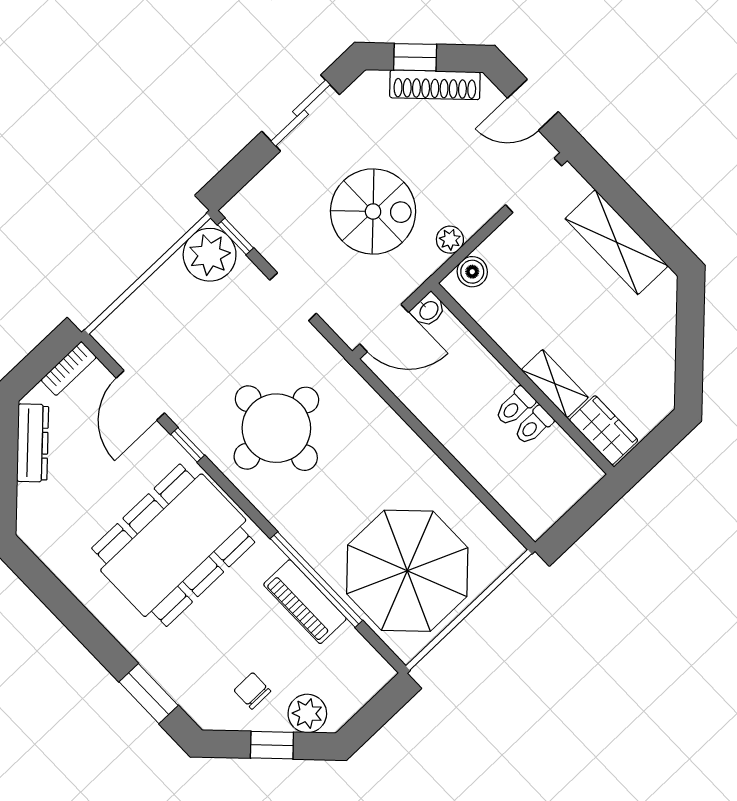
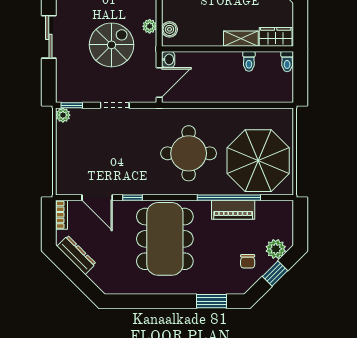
plant: (210, 255) -> (63, 115), width x0.53, depth x0.53
toilet: (515, 407) -> (287, 62), moved
round table: (276, 428) -> (189, 153), moved
chair: (252, 691) -> (248, 261), turned -90

